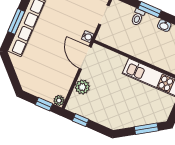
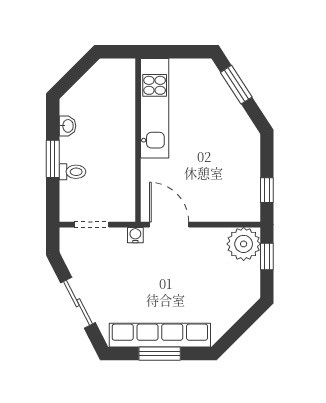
door: (85, 58) -> (169, 225), swing flipped
plant: (82, 87) -> (216, 210), removed
plant: (59, 100) -> (244, 244), width x1.88, depth x1.88

